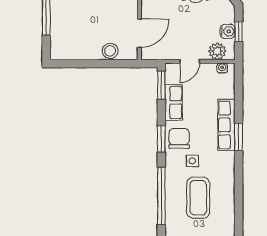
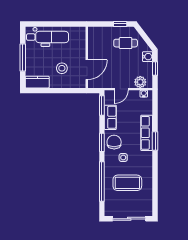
water cooler: (228, 31) -> (147, 57), moved
kitchen counter: (67, 51) -> (37, 82), added
stool: (110, 51) -> (62, 68), moved
coffee table: (198, 198) -> (127, 183), turned 90

